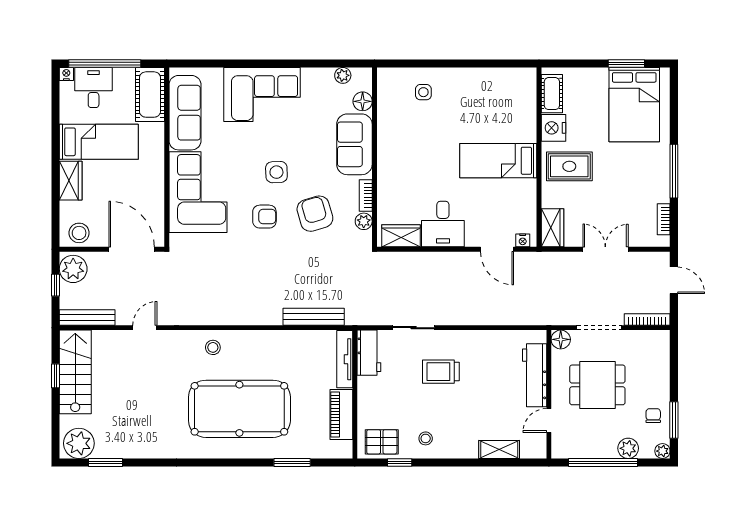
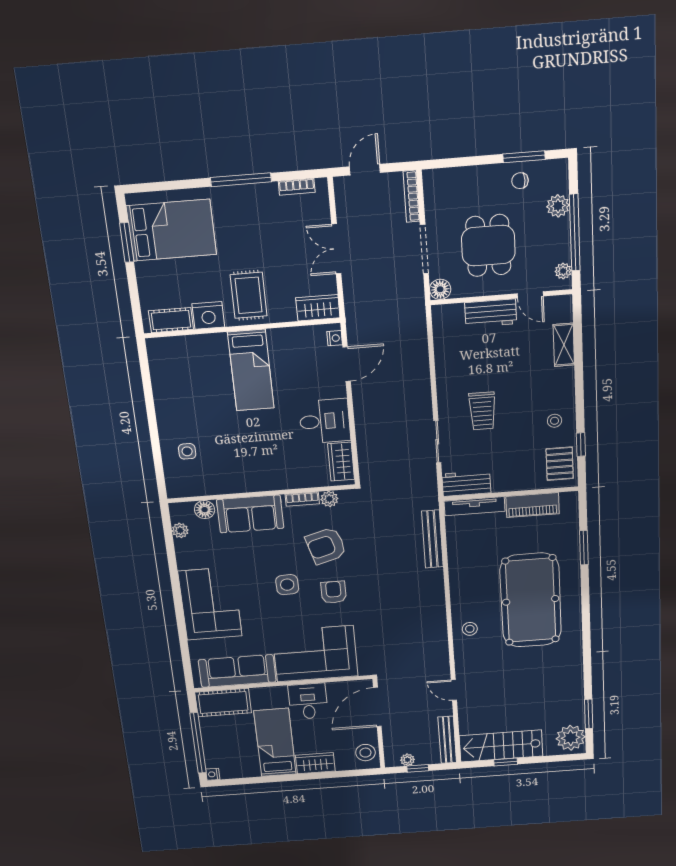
desk: (94, 88) -> (308, 701), moved, turned 90
plant: (73, 269) -> (408, 760), width x0.53, depth x0.53
workbench: (535, 375) -> (491, 313), width x0.73
plant: (662, 451) -> (563, 271), moved

